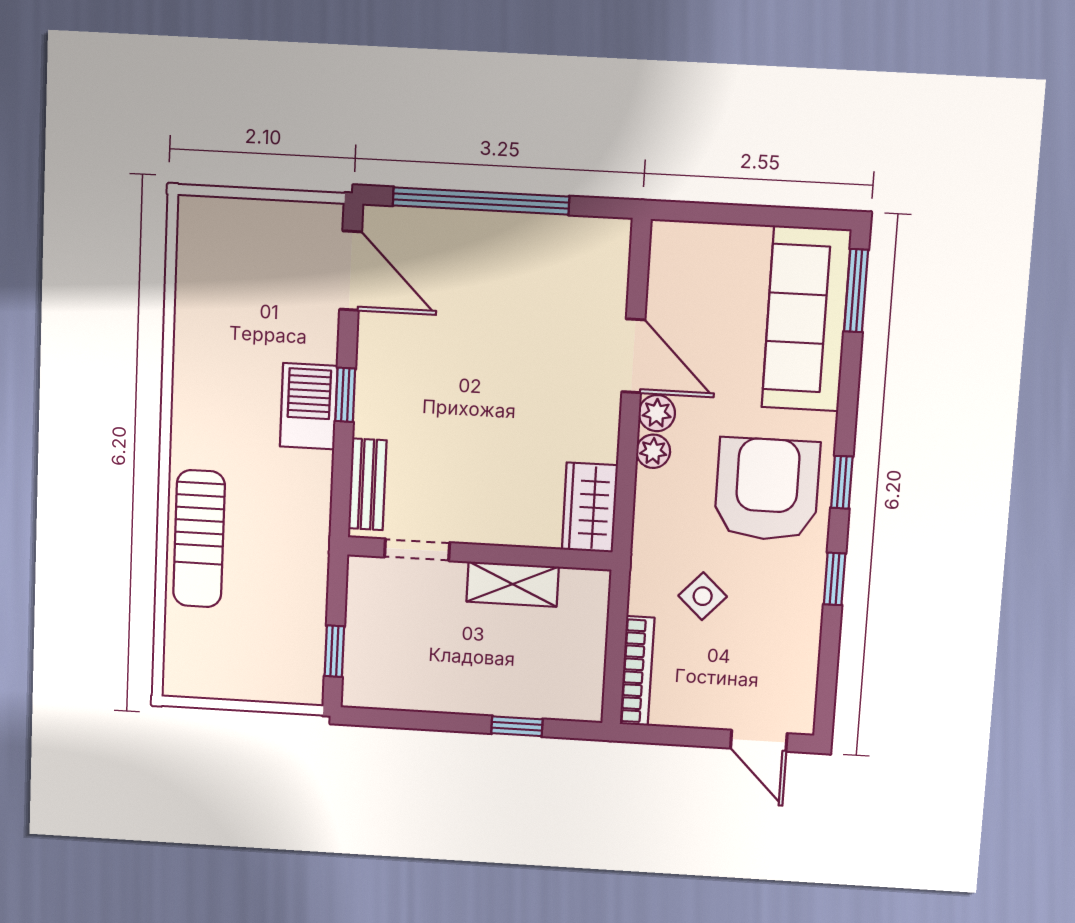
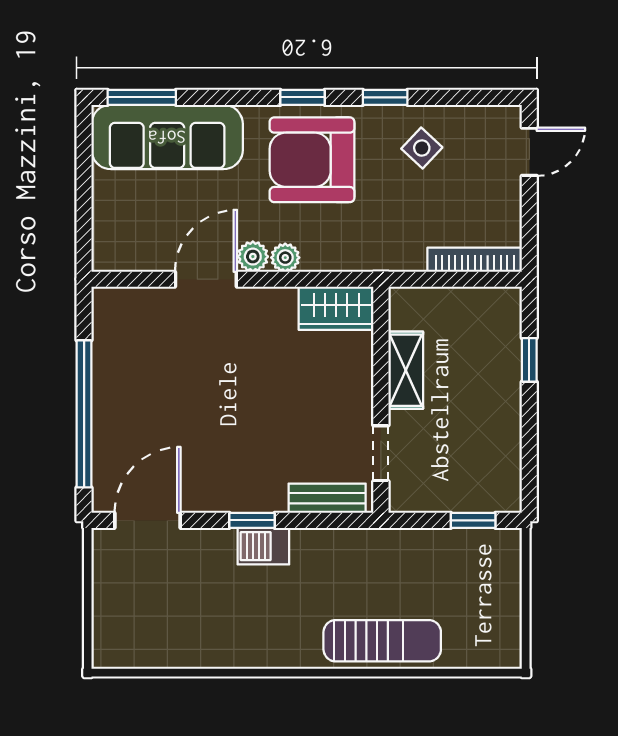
barbecue: (309, 406) -> (263, 546), width x0.73, depth x0.79
side table: (703, 596) -> (422, 148), moved

